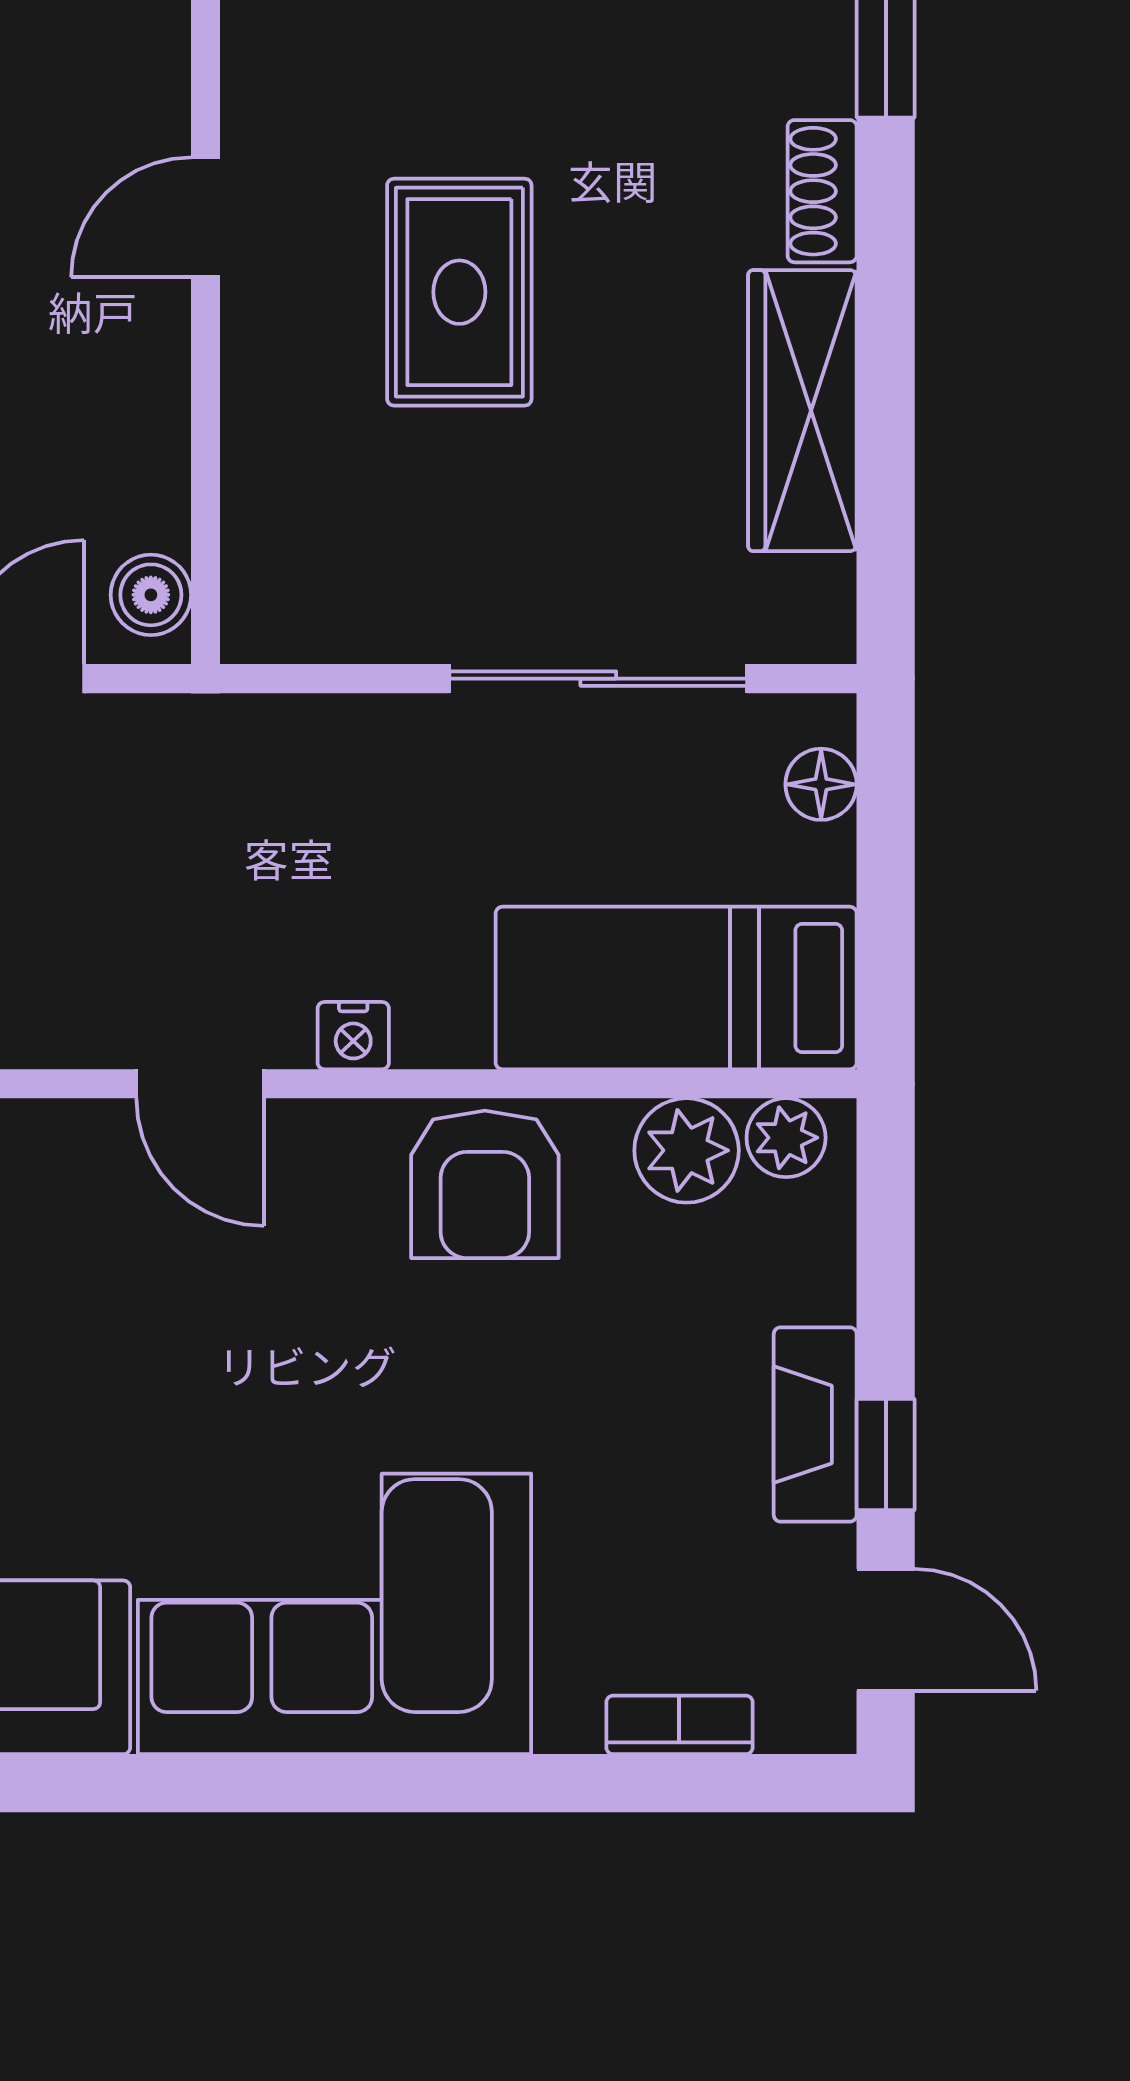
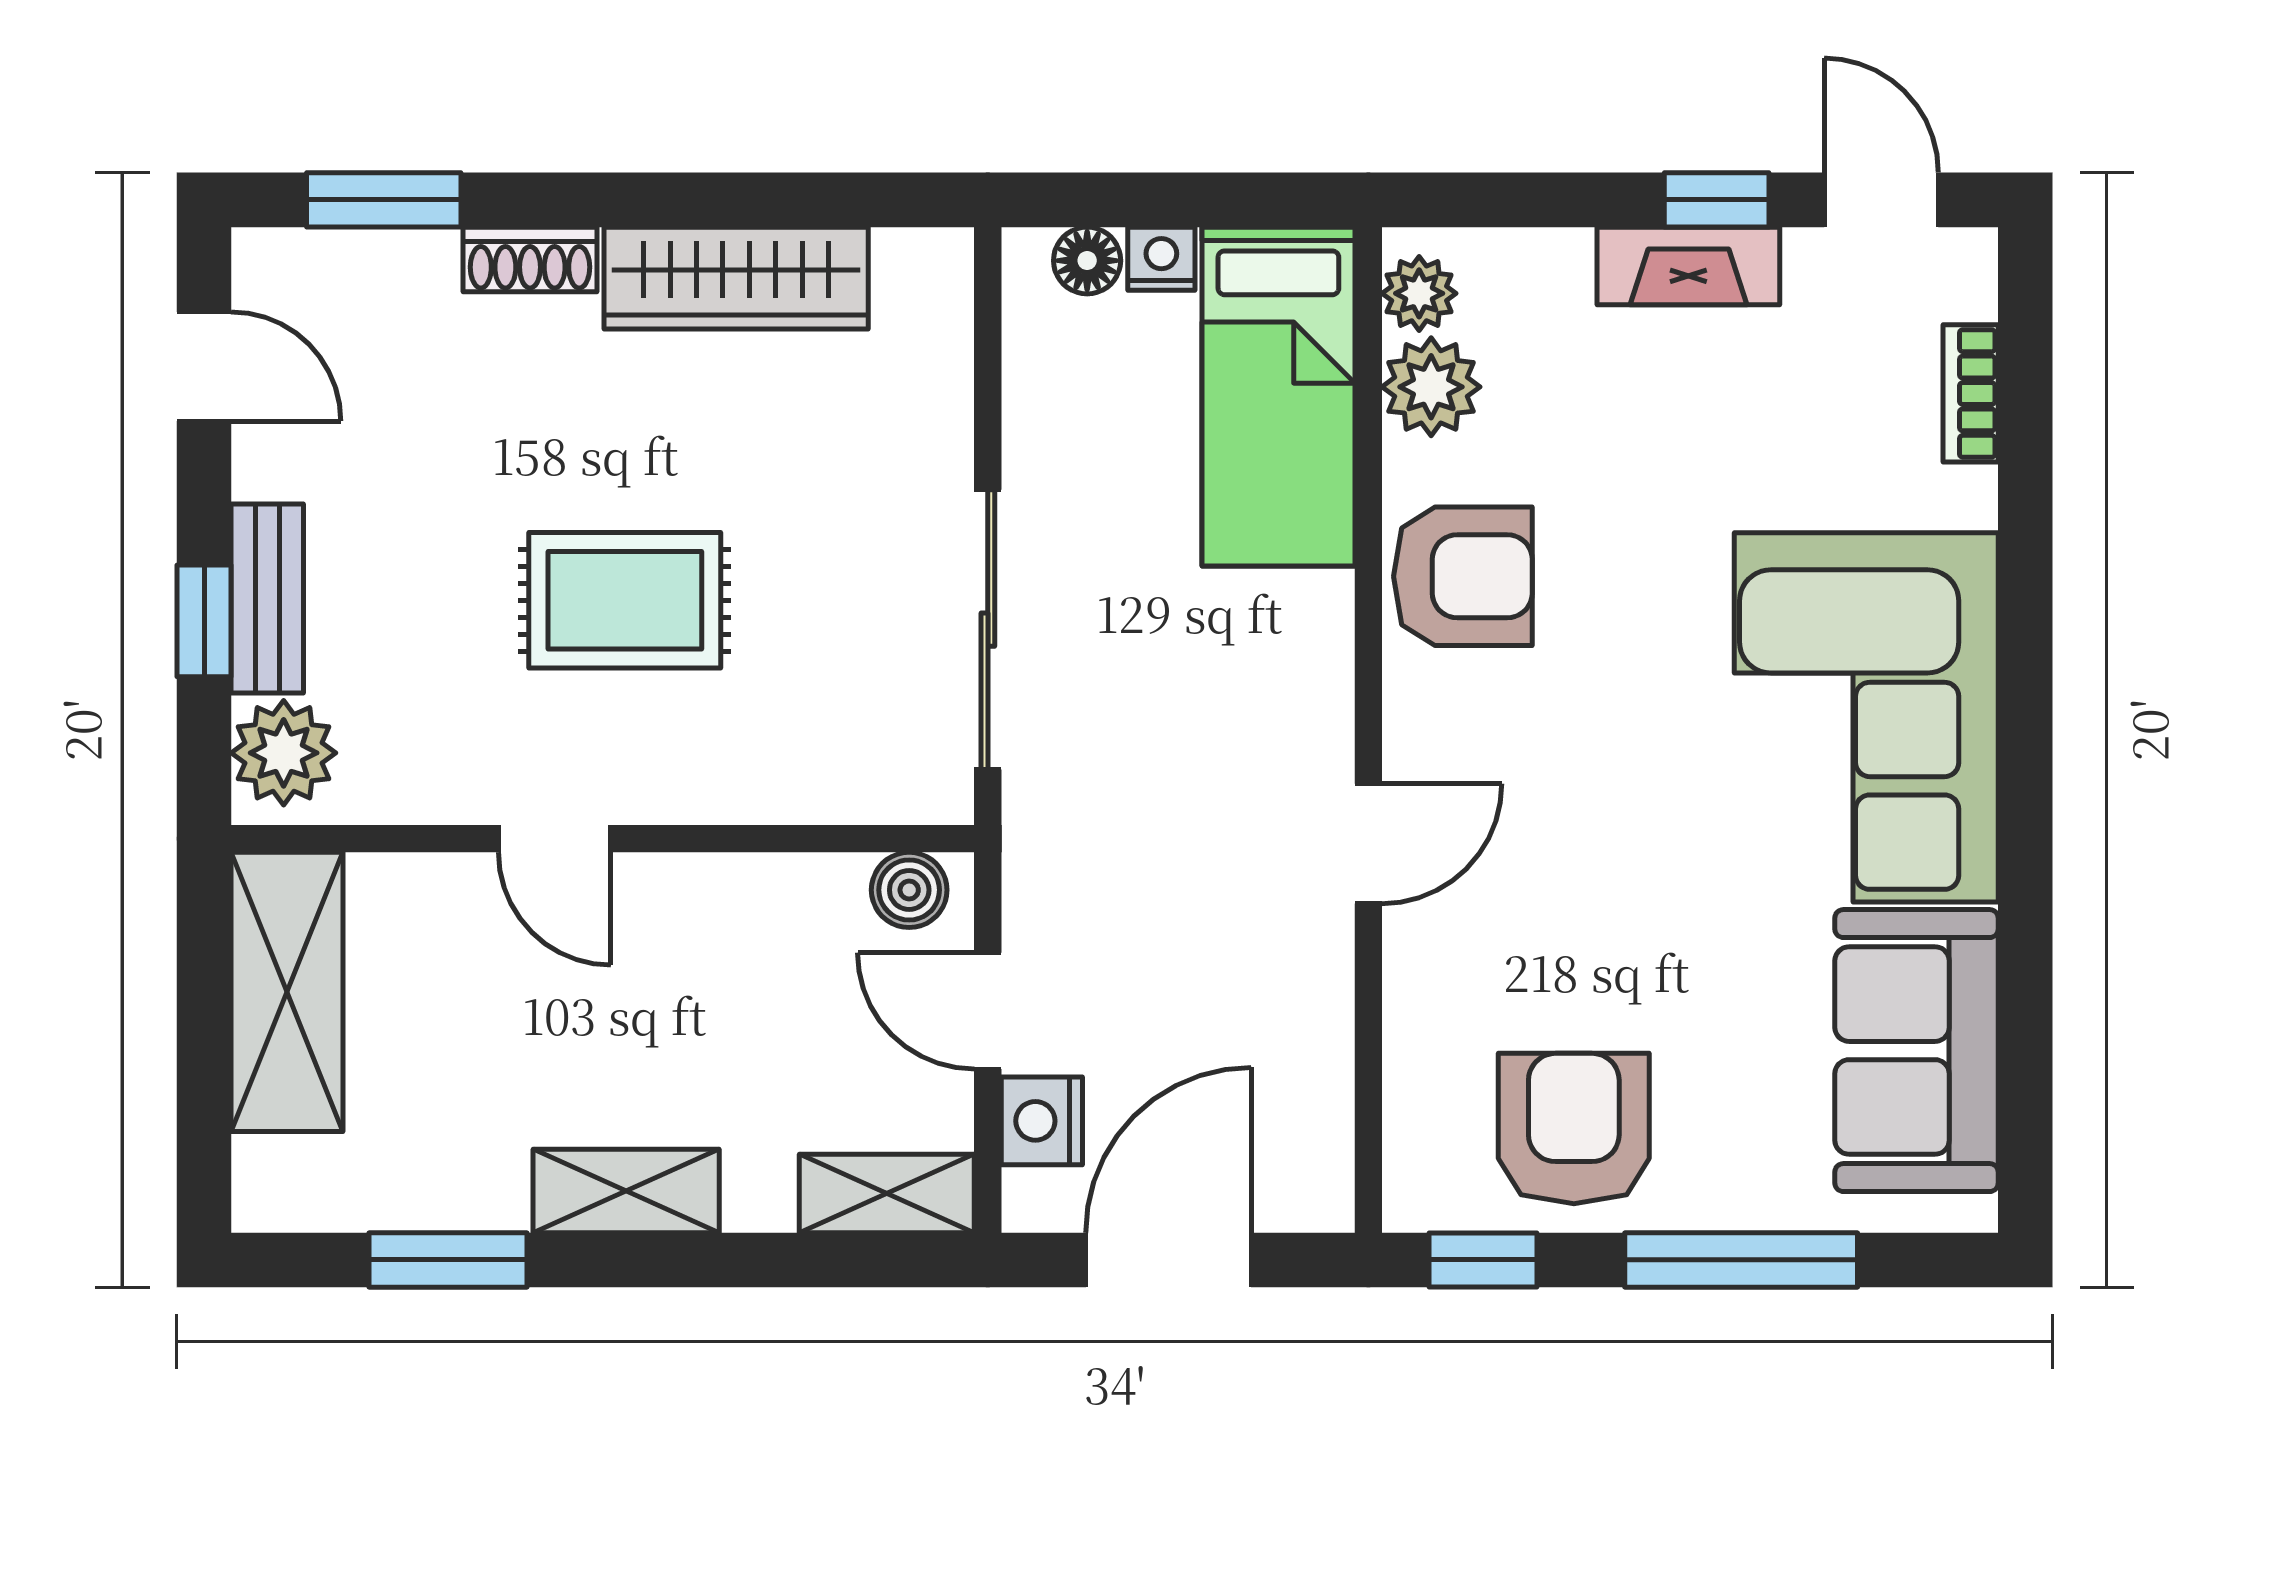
sliding door: (598, 679) -> (988, 630), moved
nightstand: (353, 1036) -> (1161, 259), moved, turned -90
door: (886, 1630) -> (1881, 200), hinge flipped

